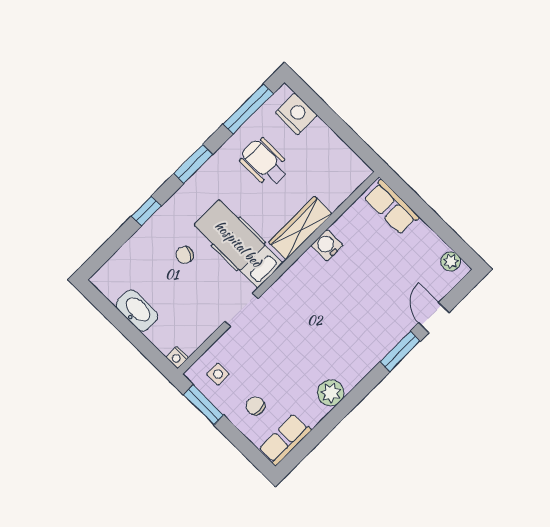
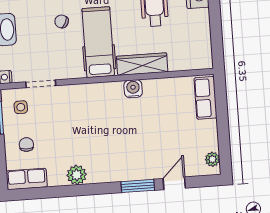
water cooler: (327, 245) -> (133, 89), moved
doorway: (241, 310) -> (41, 84), moved

